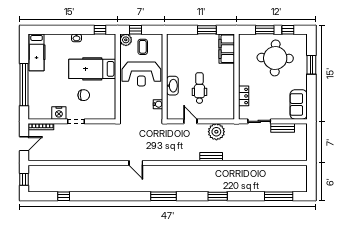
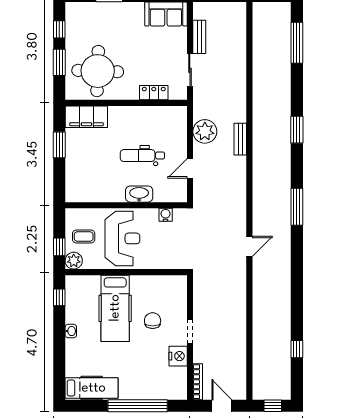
round table: (275, 58) -> (98, 71), moved

